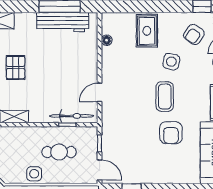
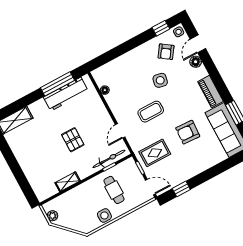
rug: (147, 31) -> (155, 153), moved, turned 90
pallet: (16, 67) -> (73, 140), moved
coffee table: (165, 97) -> (151, 112), moved, turned 90
armchair: (171, 133) -> (188, 132), turned 93
cafe table: (59, 152) -> (114, 190), turned 90

